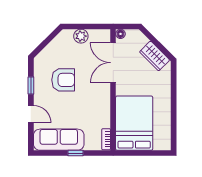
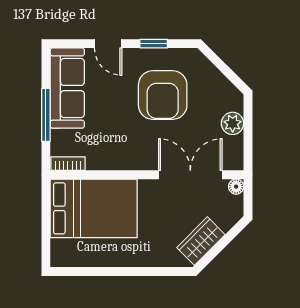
armchair: (63, 80) -> (163, 95), width x1.36, depth x1.36
door: (31, 114) -> (108, 44), hinge flipped
window: (76, 153) -> (46, 115), width x2.17

